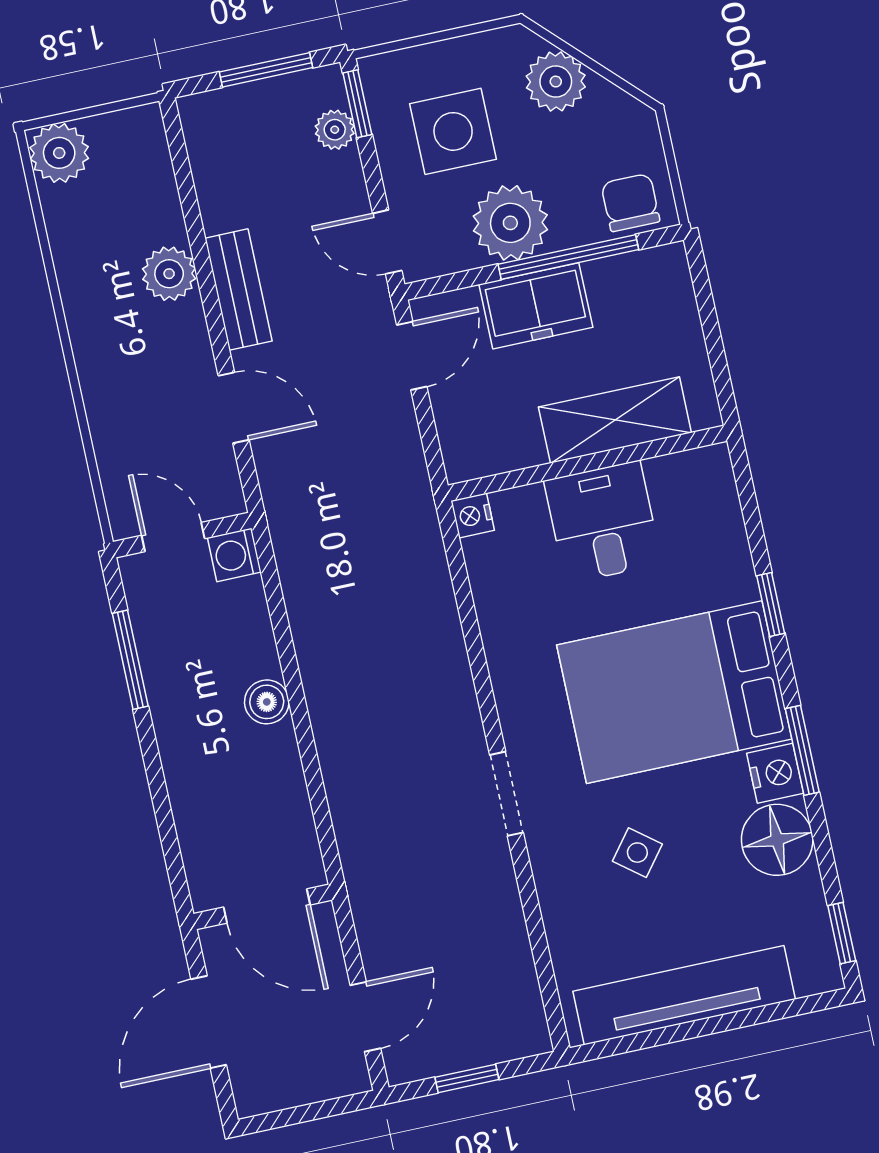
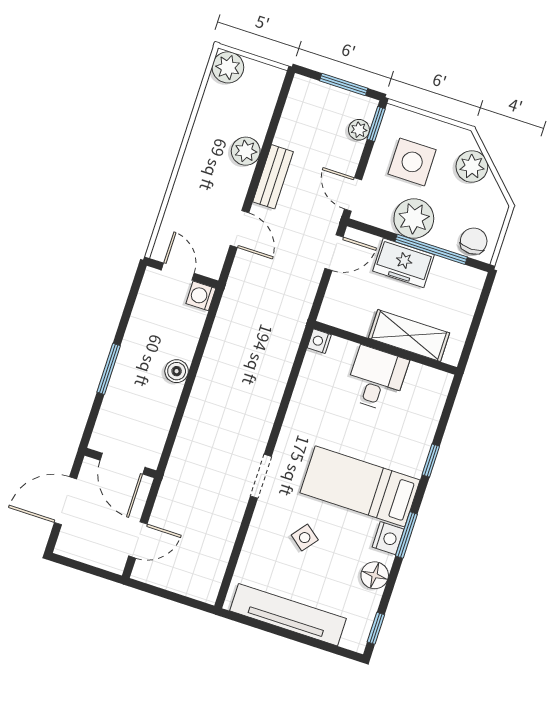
window: (130, 660) -> (109, 369), moved
bed: (674, 692) -> (360, 486), width x0.67
floor lamp: (777, 840) -> (375, 575), width x0.73, depth x0.73
window: (467, 1078) -> (168, 595), removed

